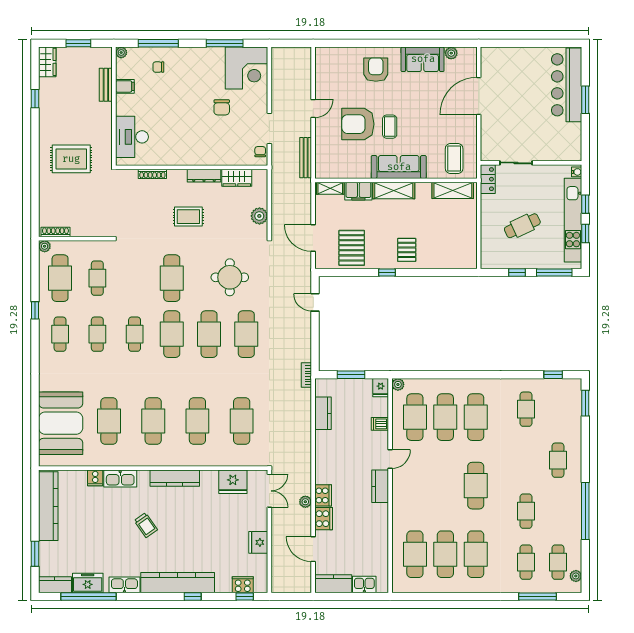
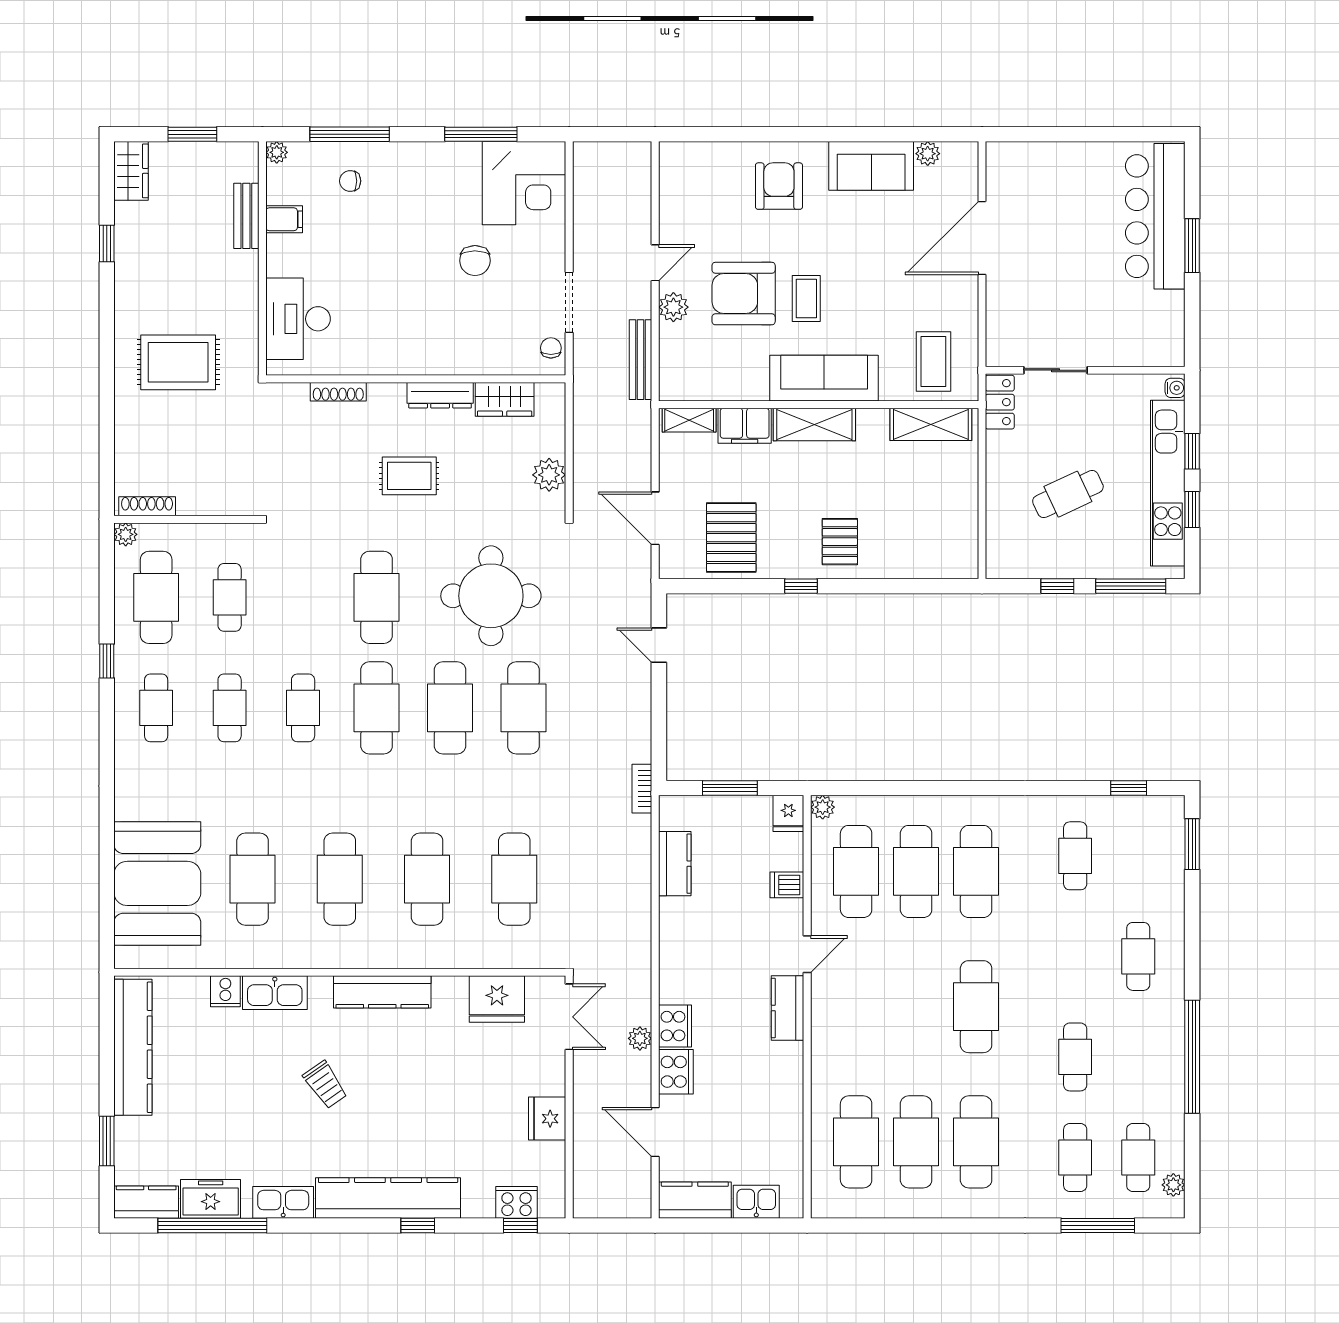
plant: (322, 131) -> (673, 307), added
round table: (230, 277) -> (491, 596), width x1.36, depth x1.36

